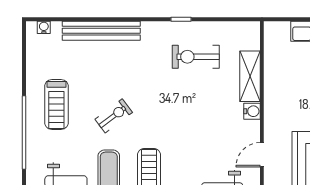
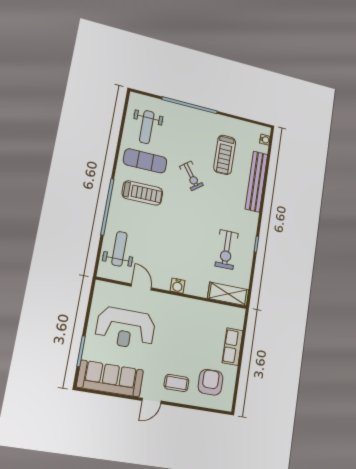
exercise bike: (196, 57) -> (227, 250), turned 180
shelving: (250, 76) -> (228, 294), moved
treadmill: (56, 104) -> (225, 155), moved, turned -90

